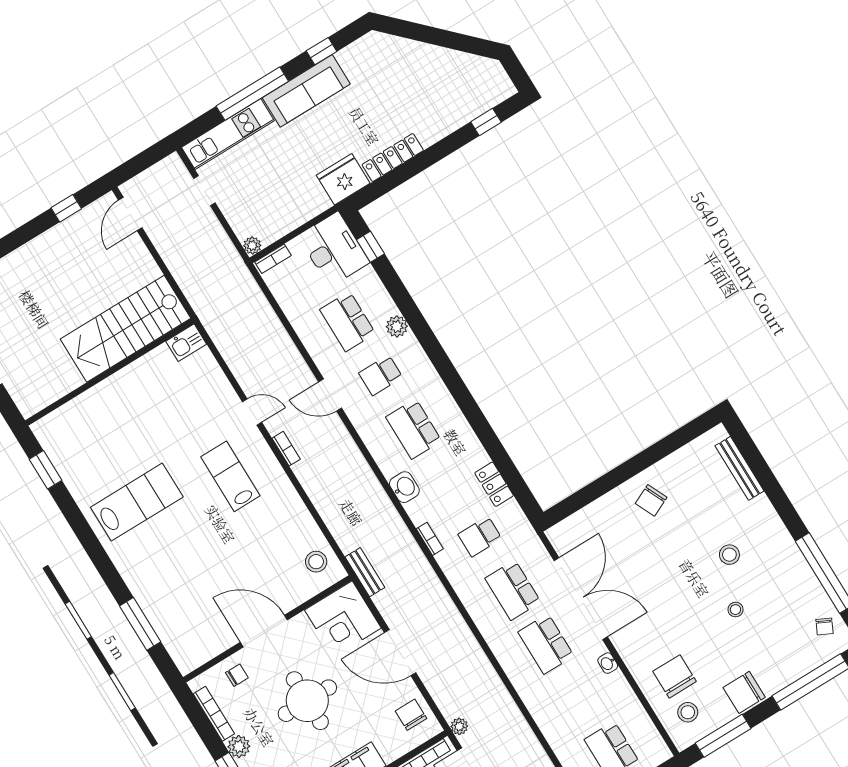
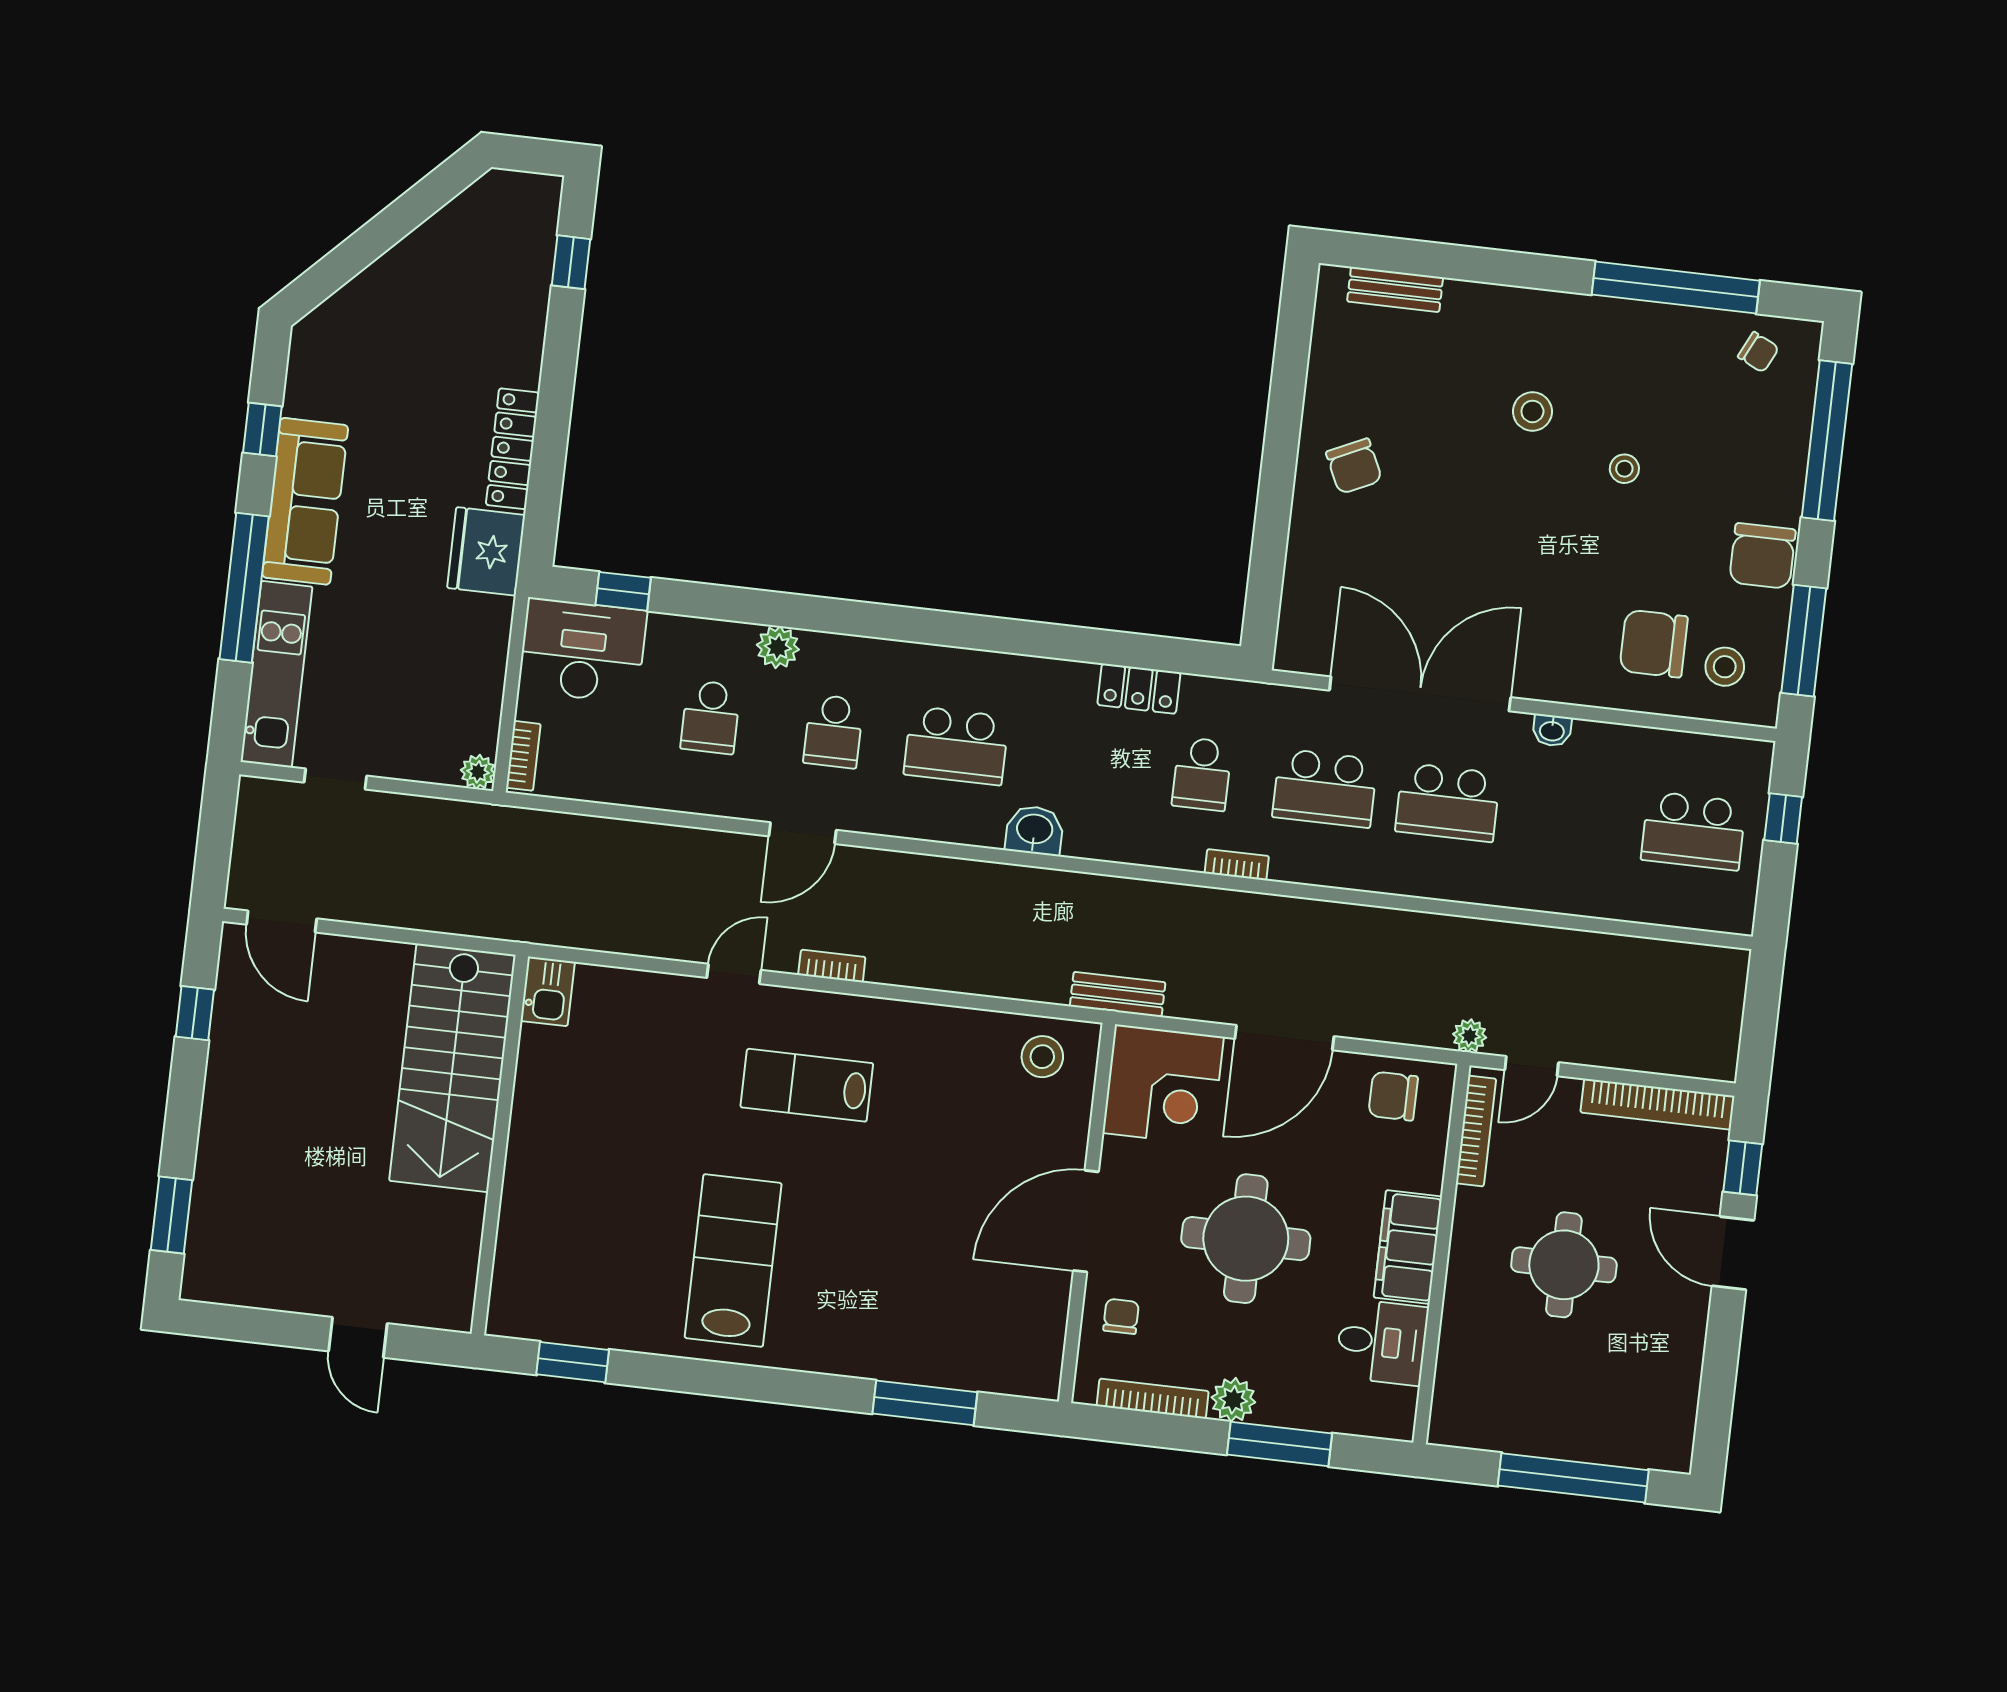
school desk: (348, 322) -> (711, 717), width x0.54
bench: (740, 468) -> (1395, 289), width x0.73
bookcase: (430, 539) -> (1237, 865), moved

